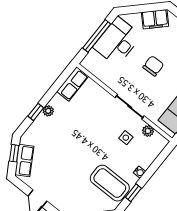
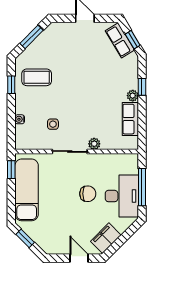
chair: (153, 66) -> (88, 194), moved, turned -88
row of seats: (73, 84) -> (130, 119), moved
plant: (148, 131) -> (94, 144), moved
water cooler: (140, 172) -> (20, 119), moved
coffee table: (110, 183) -> (37, 77), width x0.73, depth x0.76

